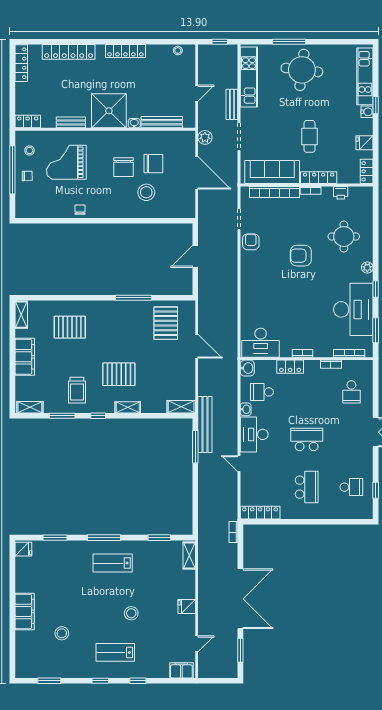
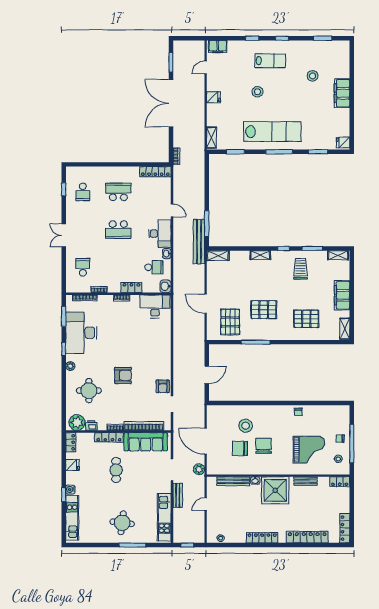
round table: (302, 70) -> (122, 523), width x0.73, depth x0.73
plant: (359, 196) -> (77, 422), added
pallet: (119, 374) -> (264, 310), moved
school desk: (307, 487) -> (118, 192), turned 90
school desk: (351, 487) -> (83, 192), turned -90
lab bench: (113, 563) -> (272, 132), width x1.86, depth x1.39

